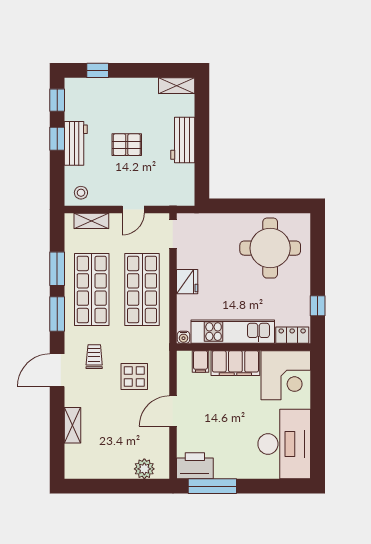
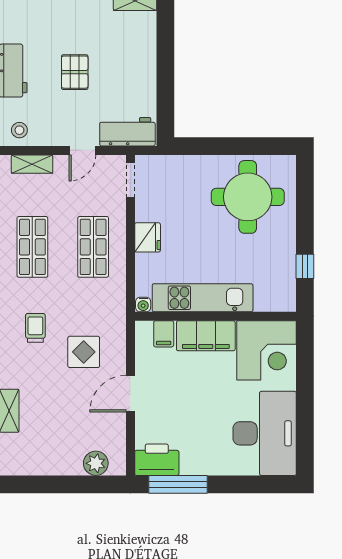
workbench: (183, 140) -> (127, 132), moved, turned 90
pallet: (127, 145) -> (75, 72), turned 90
shop shelf: (92, 289) -> (32, 247), width x0.70, depth x0.74
shop shelf: (142, 289) -> (93, 247), width x0.70, depth x0.74
locker: (292, 335) -> (274, 302), removed

